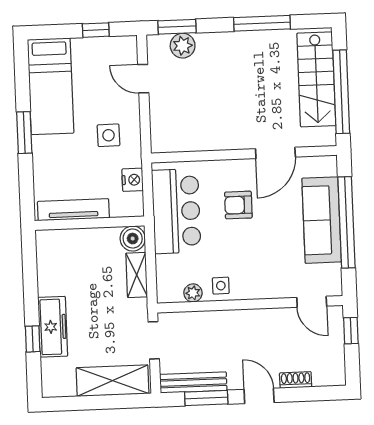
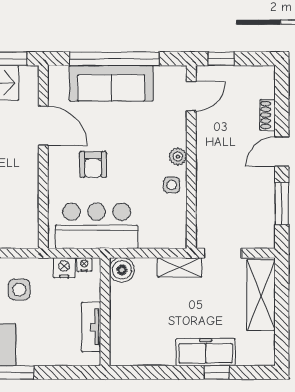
nightstand: (137, 200) -> (84, 265), added
tv unit: (73, 210) -> (91, 327), width x0.71
shelving: (137, 275) -> (180, 267), moved
plant: (193, 293) -> (178, 157), moved
bench: (193, 382) -> (266, 216), removed

